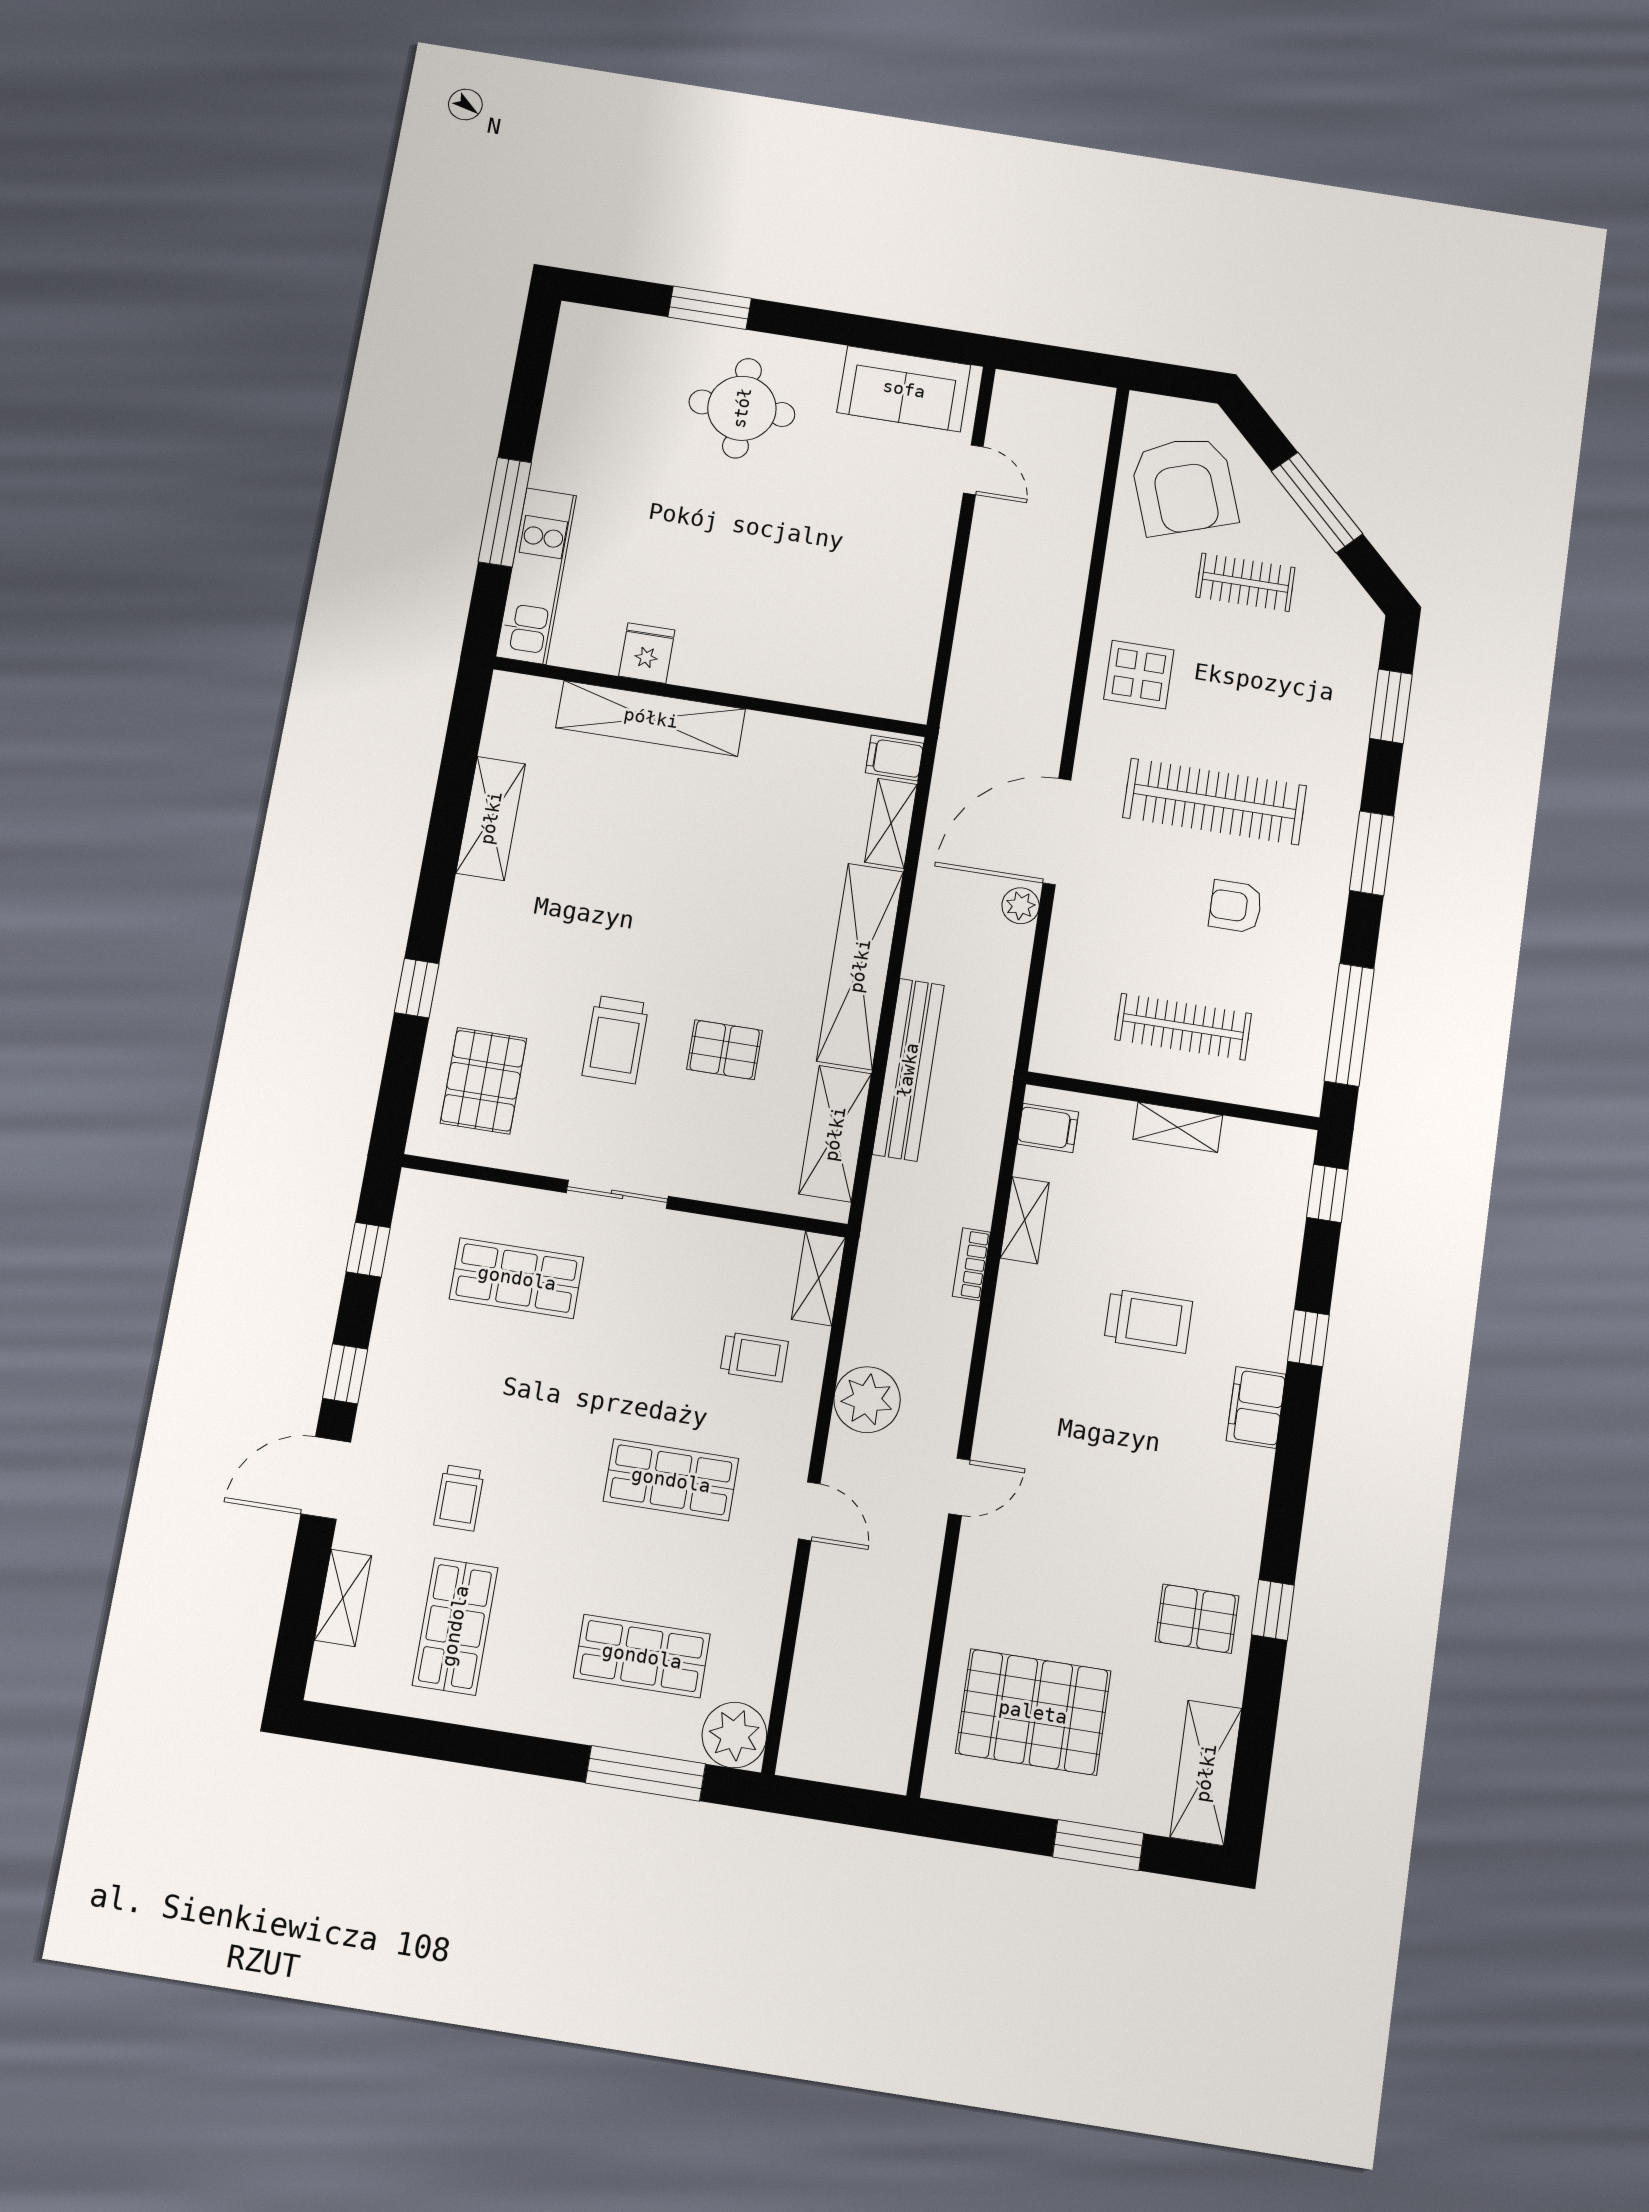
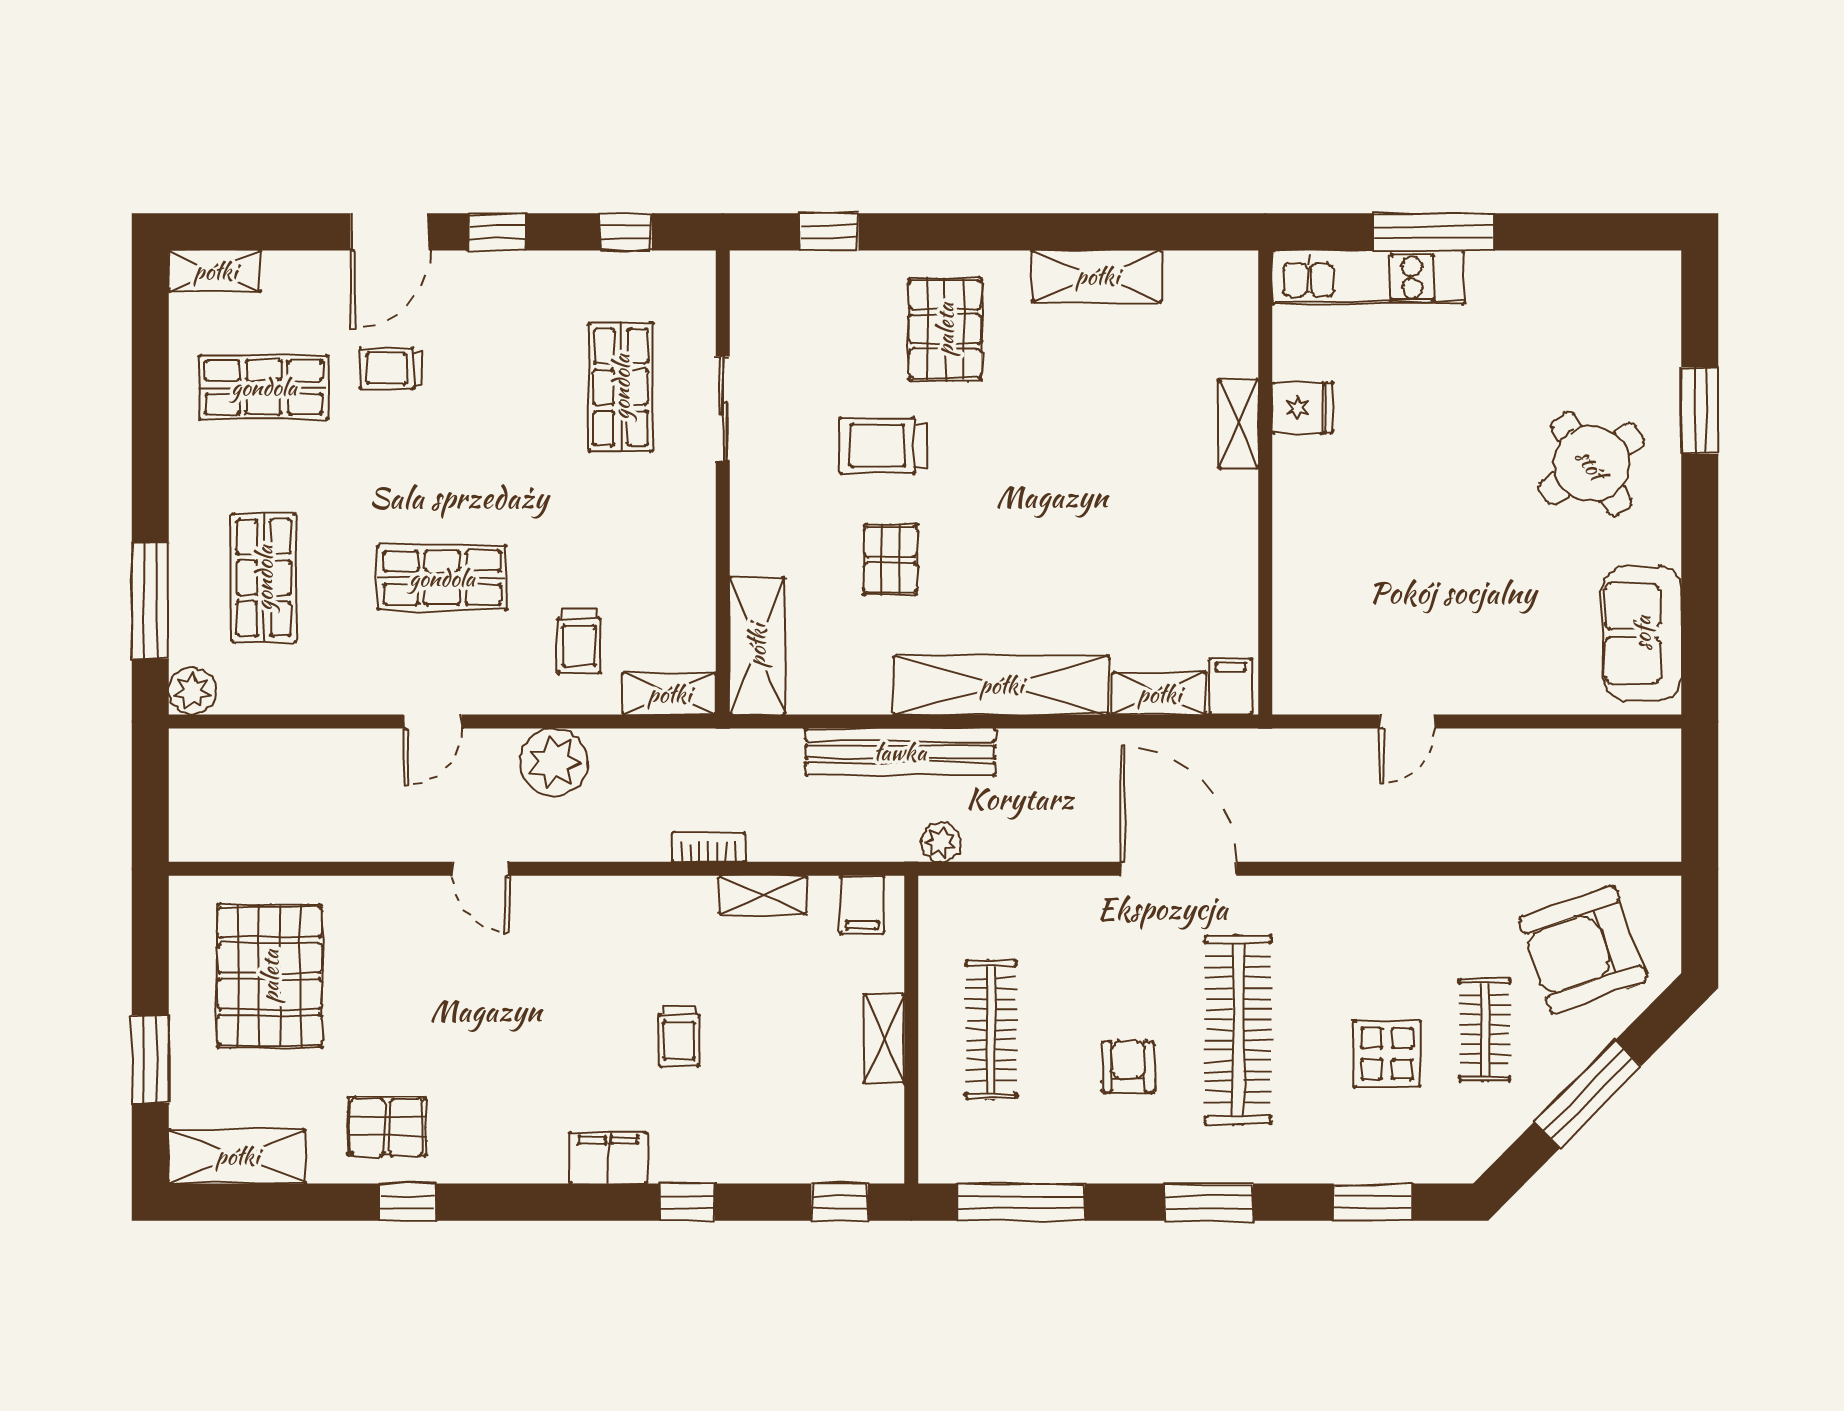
round table: (742, 408) -> (1591, 464), turned -34
door: (973, 470) -> (1407, 722), moved
display table: (1139, 675) -> (1387, 1054), moved
shelving: (651, 718) -> (1238, 424), width x0.45, depth x0.75
plant: (1021, 906) -> (941, 842), moved
window: (417, 988) -> (829, 232), moved
pallet: (484, 1081) -> (945, 329), moved, turned 90
shelving: (835, 1134) -> (757, 646), moved, turned 90
sliding door: (617, 1194) -> (723, 409), moved
trolley: (1148, 1321) -> (679, 1036), width x0.73, depth x0.72
door: (326, 1478) -> (390, 232), swing flipped
shop shelf: (671, 1480) -> (442, 578), turned 90
shelving: (343, 1598) -> (215, 271), moved
pallet: (1197, 1619) -> (387, 1127), turned 90
plant: (734, 1735) -> (192, 691), width x0.73, depth x0.73

